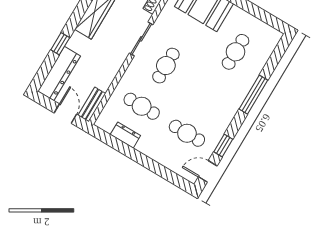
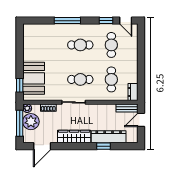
cafe table: (235, 52) -> (80, 45), moved
dresser: (59, 74) -> (109, 137), moved
dresser: (125, 135) -> (133, 92), moved

